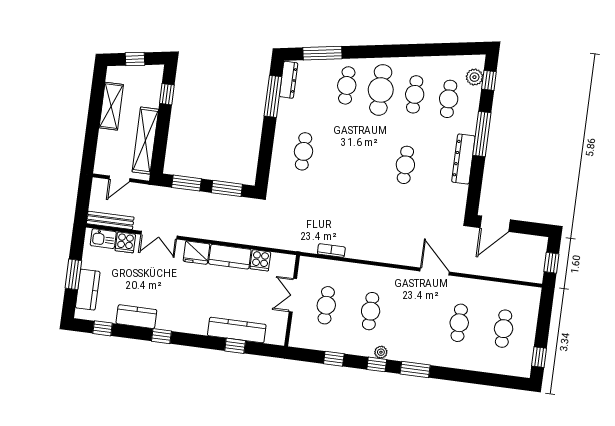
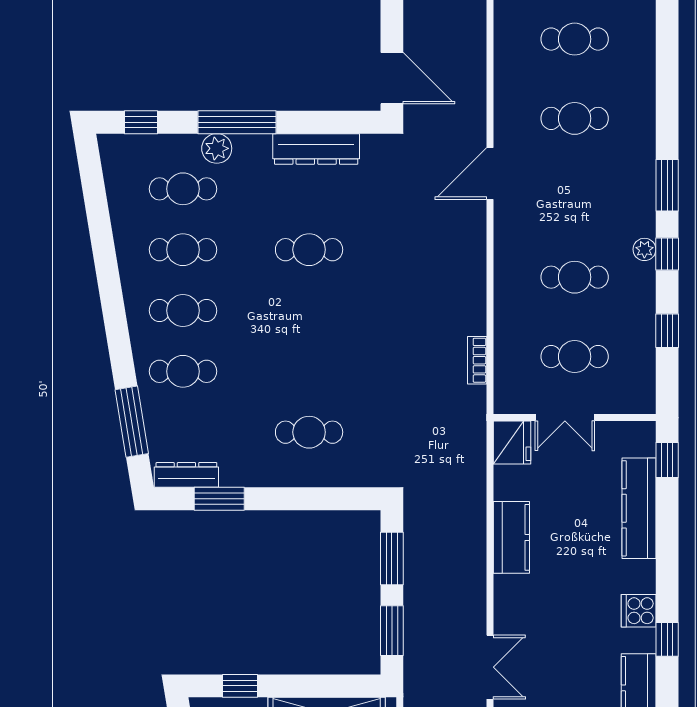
plant: (474, 77) -> (217, 148), moved
cafe table: (381, 90) -> (183, 311), width x0.73, depth x0.74
window: (273, 96) -> (219, 499), width x0.69
dresser: (463, 159) -> (316, 149), moved
fridge: (196, 253) -> (512, 443), moved
cooker: (260, 260) -> (639, 611), moved, turned 180
window: (235, 346) -> (667, 460), moved

